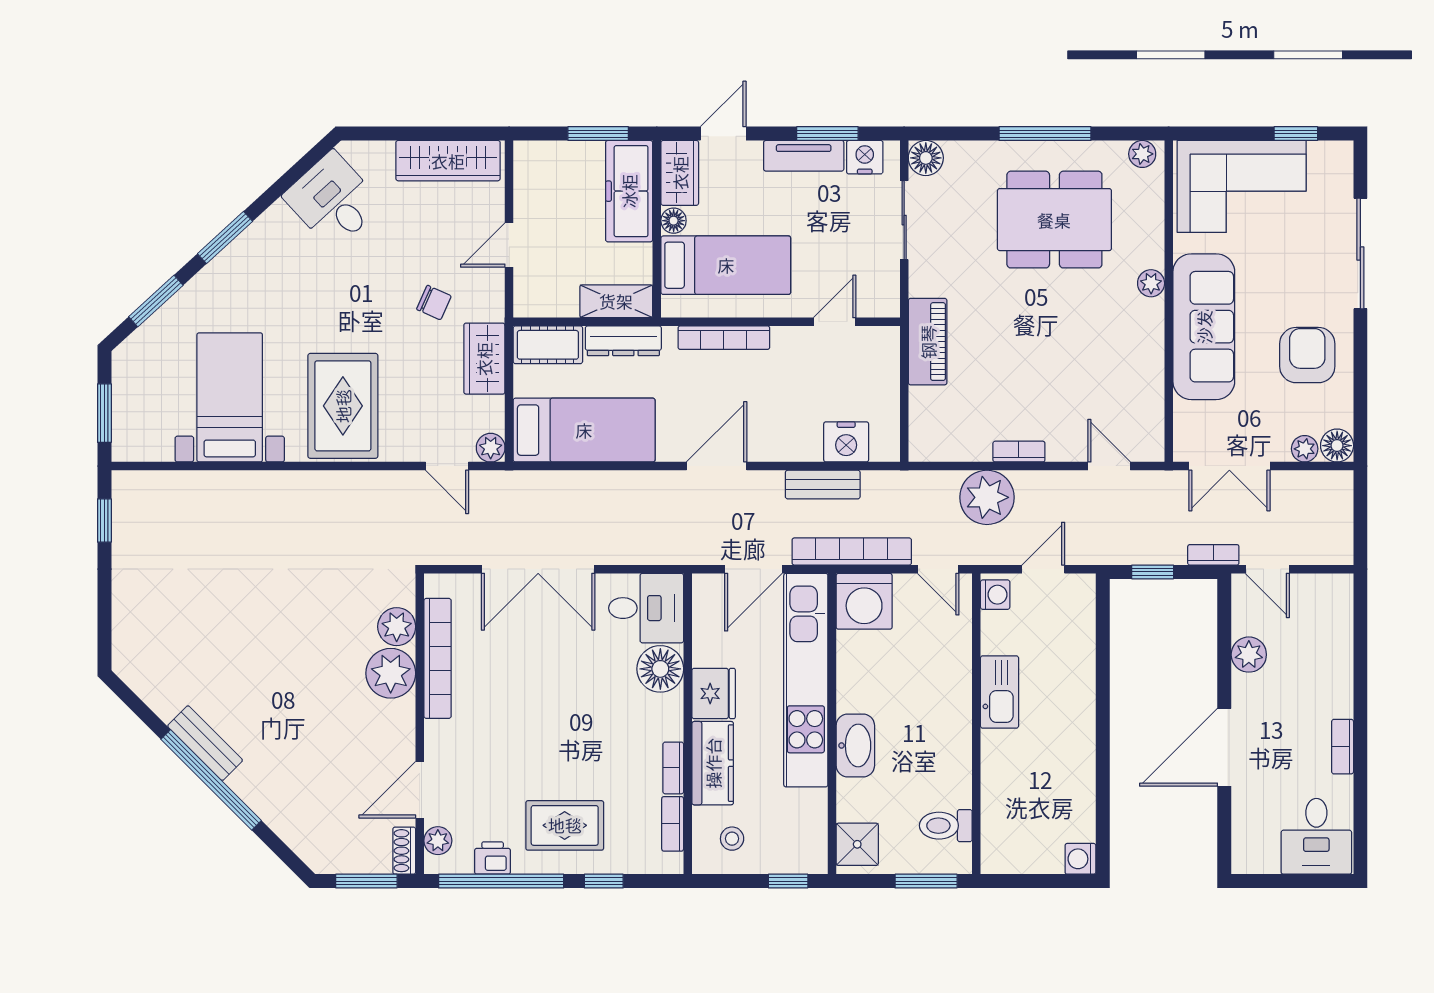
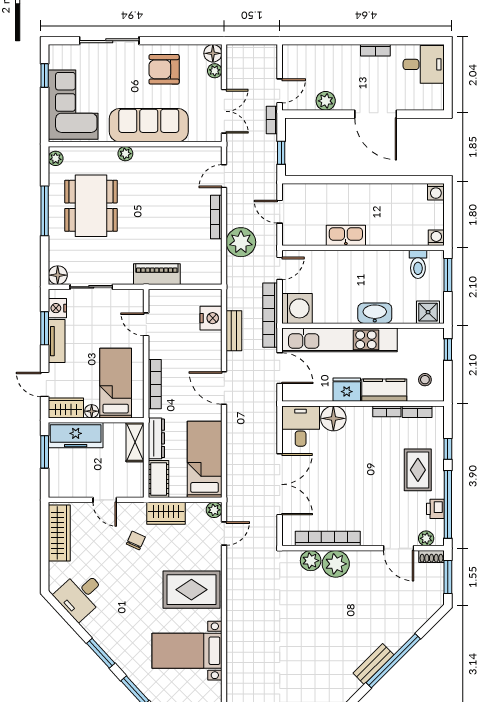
bookcase: (1019, 452) -> (216, 217), width x1.56
washing machine: (995, 595) -> (436, 238), moved

